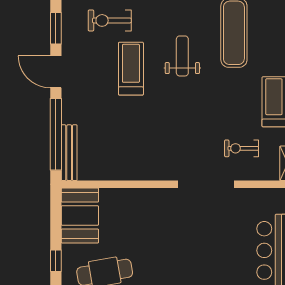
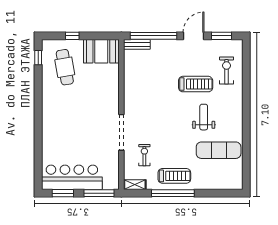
weight bench: (182, 56) -> (204, 117), turned -90
bench: (69, 153) -> (137, 44), width x0.73

